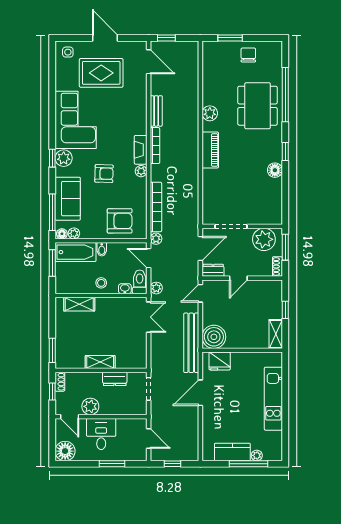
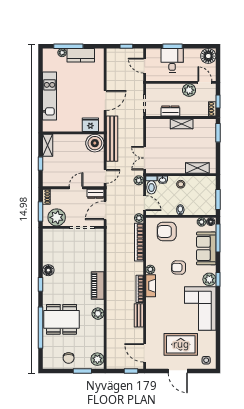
plant: (211, 54) -> (97, 359), added
dining table: (258, 106) -> (62, 319), turned 90
bathtub: (76, 252) -> (200, 208), removed
desk: (101, 434) -> (172, 60), moved, turned 180

